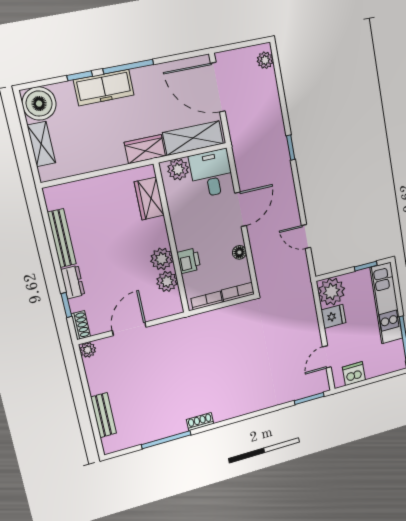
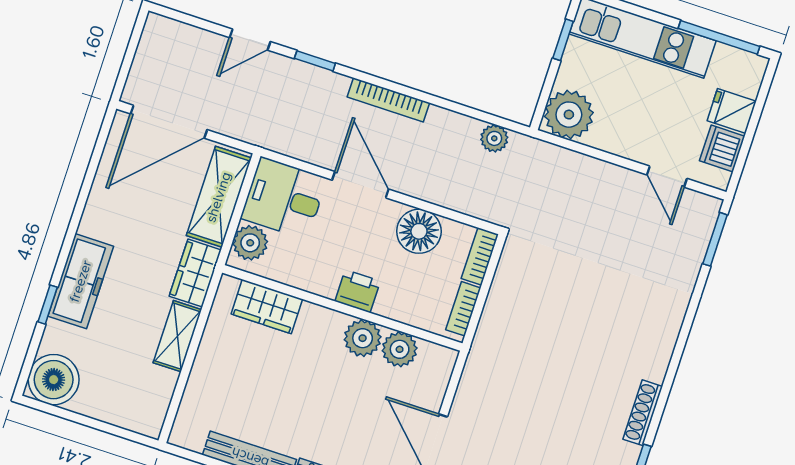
plant: (265, 60) -> (494, 138), moved
window: (128, 67) -> (72, 232), removed
shelving: (41, 144) -> (177, 336), moved, turned 90
bookcase: (291, 198) -> (388, 100), added
door: (306, 237) -> (250, 40), moved
floor lamp: (239, 252) -> (419, 231), width x1.89, depth x1.89
printer: (189, 261) -> (358, 291), moved
fridge: (333, 316) -> (732, 111), moved, turned -90
shoe rack: (200, 422) -> (643, 413), width x1.43

